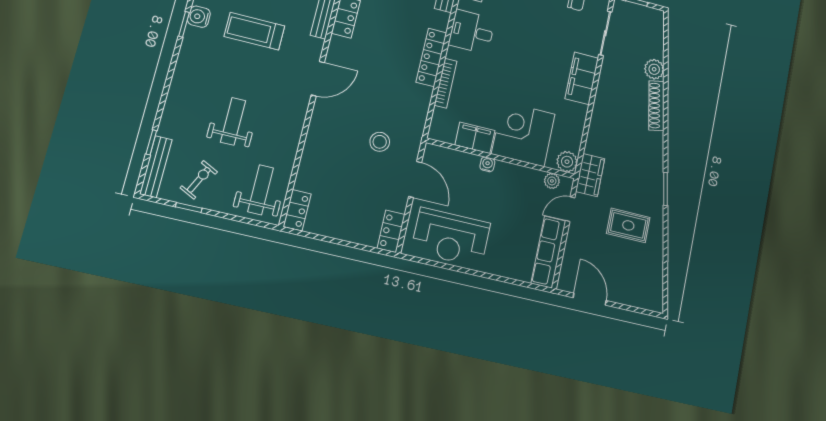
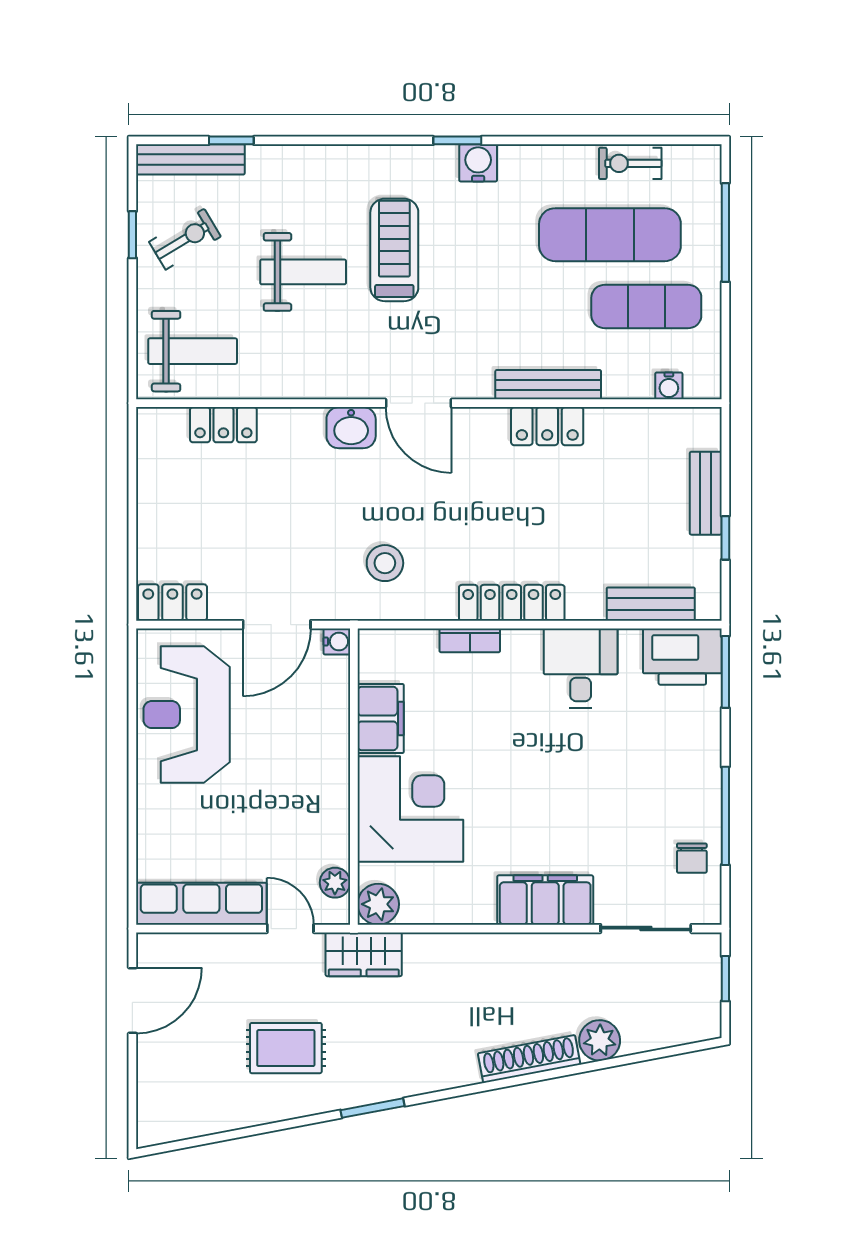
treadmill: (254, 31) -> (394, 250), moved
bookcase: (446, 83) -> (470, 640), width x0.64
washbasin: (322, 116) -> (351, 428), added
stool: (380, 142) -> (385, 563), moved
water cooler: (487, 164) -> (337, 642), moved
exercise bike: (199, 180) -> (185, 239), turned -57
locker: (297, 210) -> (223, 425), moved
rug: (628, 225) -> (286, 1048), turned 90

